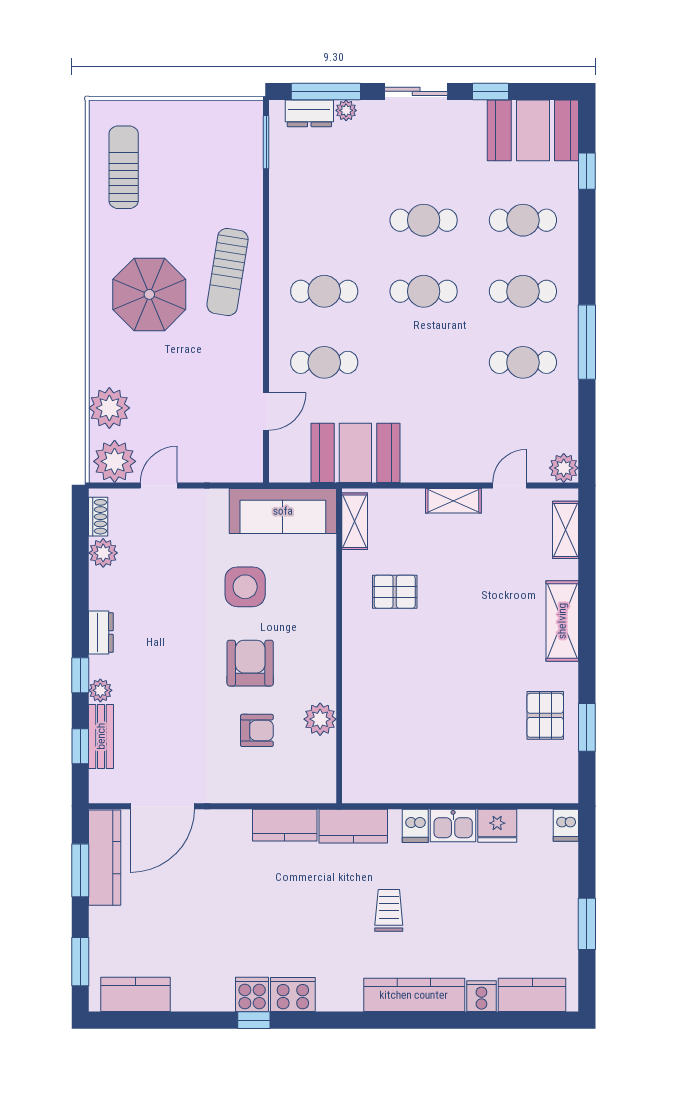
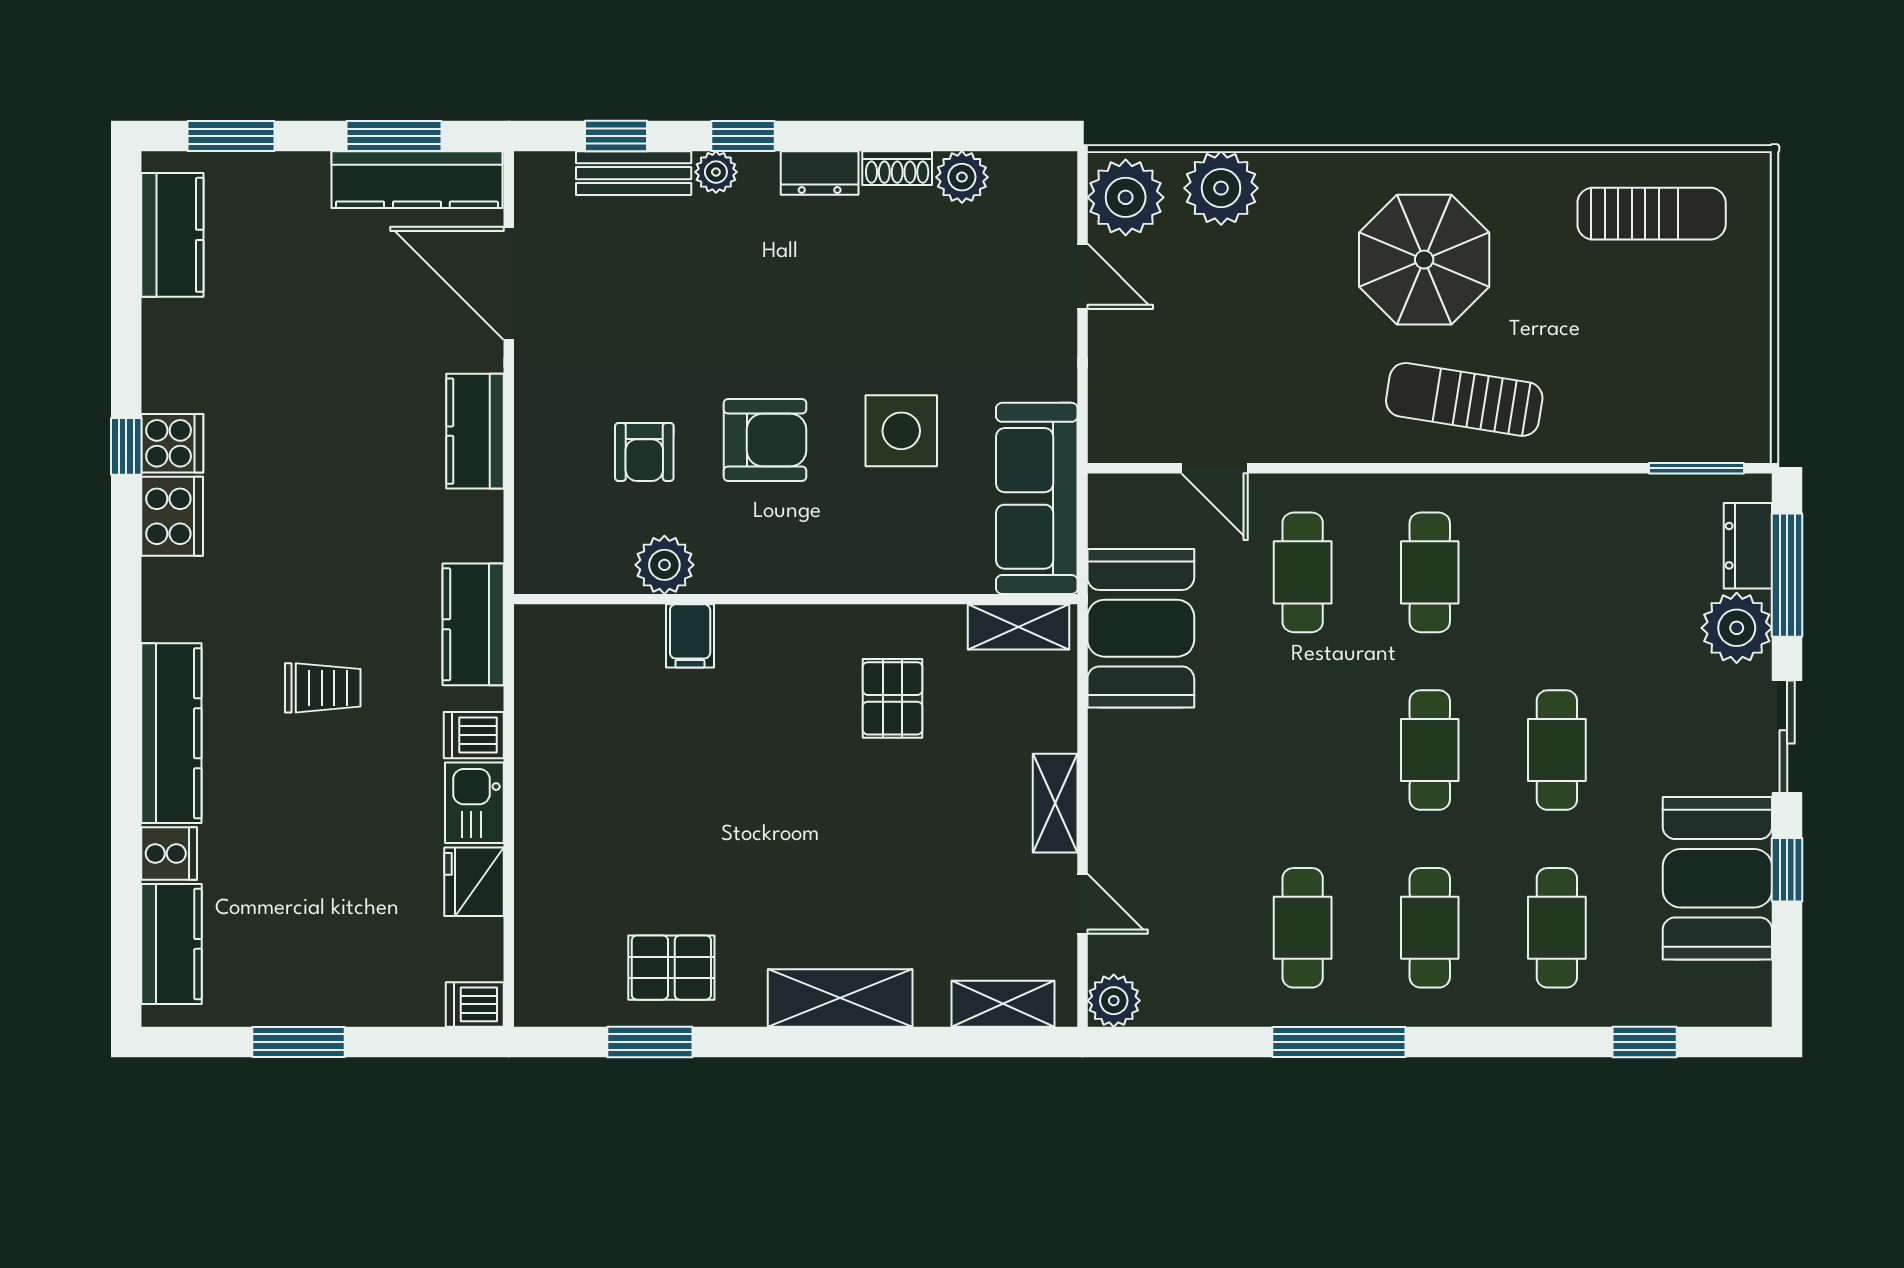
plant: (346, 110) -> (1737, 628), width x1.88, depth x1.88
booth: (533, 130) -> (1717, 878), moved
shoe rack: (98, 517) -> (897, 168), moved
filing cabinet: (360, 705) -> (690, 636), added
kitchen counter: (285, 825) -> (475, 431), moved

